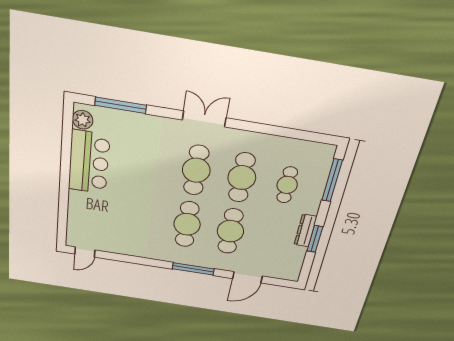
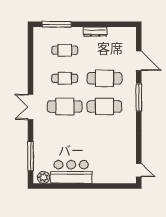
cafe table: (242, 178) -> (65, 78), width x0.73, depth x0.74
window: (315, 239) -> (100, 24), removed

